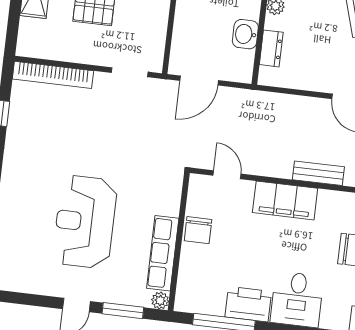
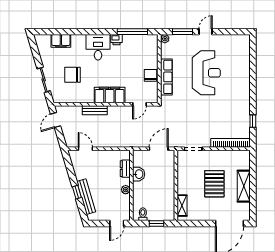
door: (227, 175) -> (139, 104), hinge flipped
row of seats: (163, 253) -> (166, 77), moved
printer: (248, 304) -> (117, 40), width x0.53, depth x0.68

